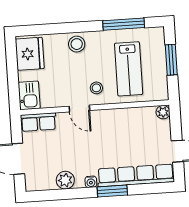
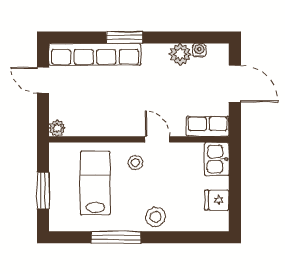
window: (124, 24) -> (116, 237), moved
fridge: (30, 54) -> (217, 200), width x0.53, depth x0.75
water cooler: (91, 182) -> (199, 50), moved

